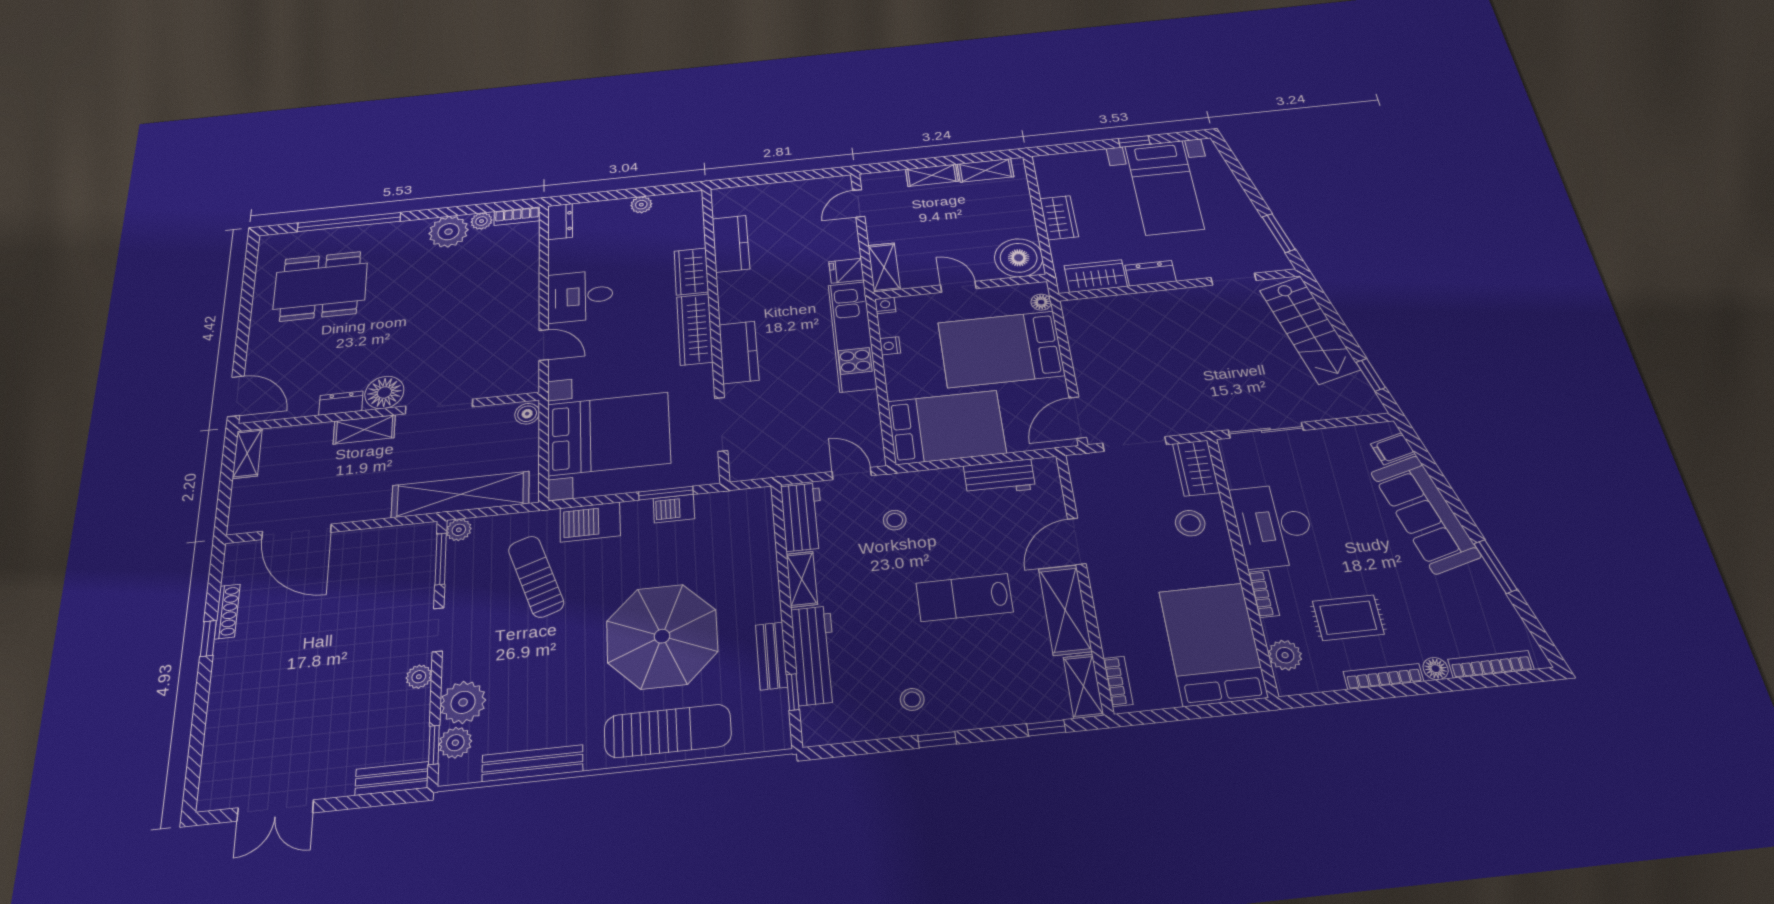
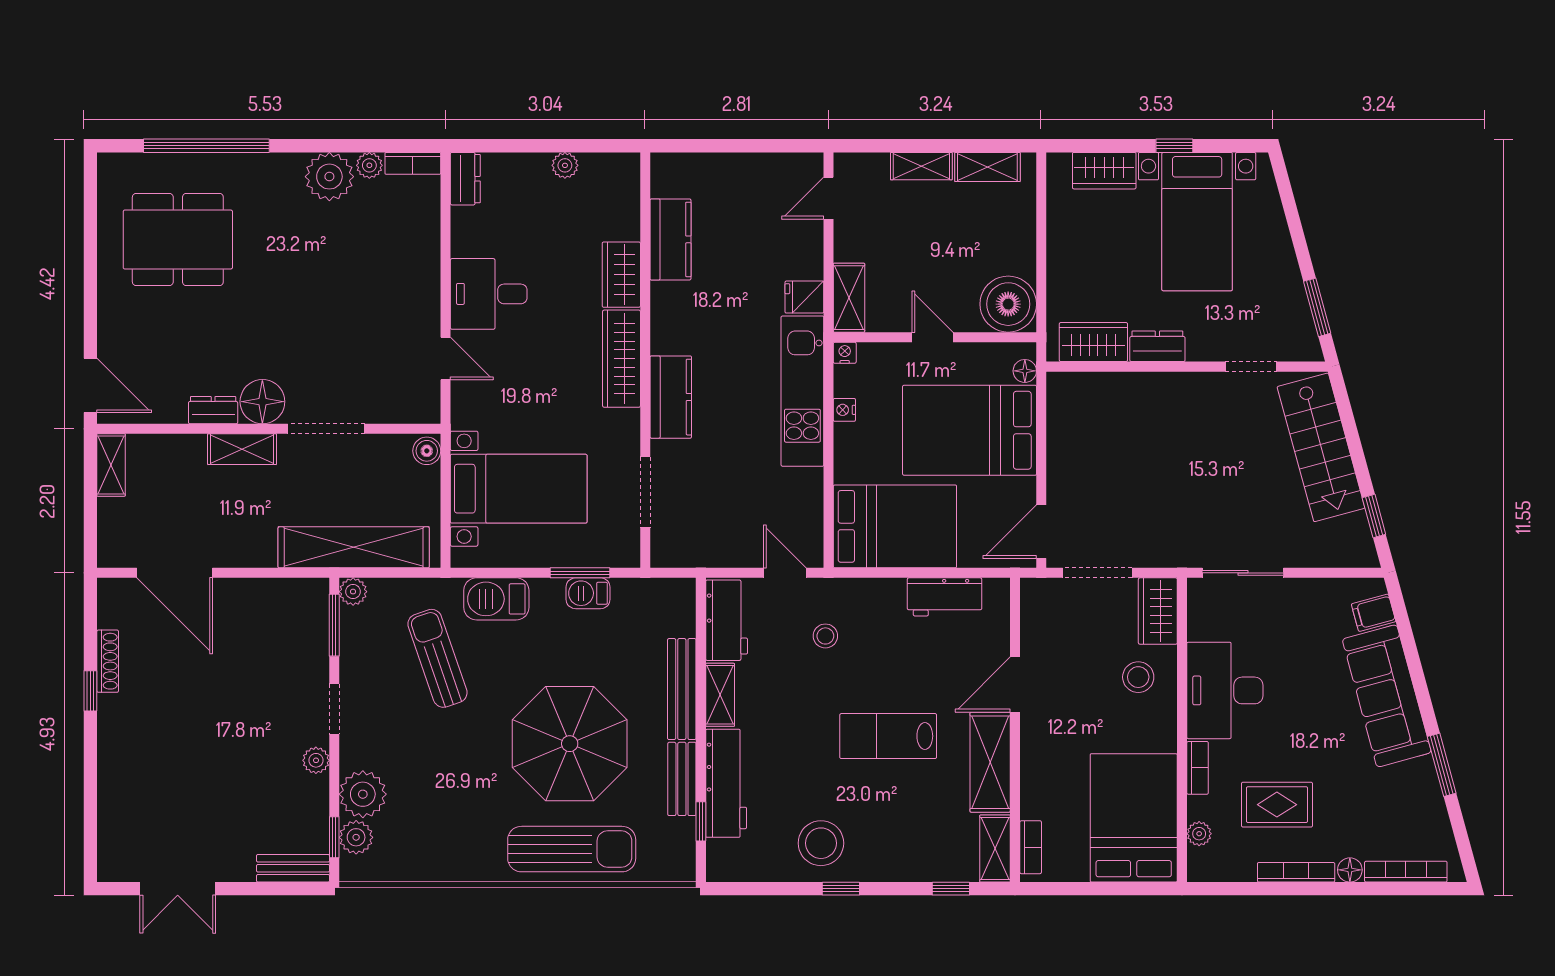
wardrobe: (1059, 218) -> (1104, 171), moved, turned 90
bed with nightstands: (609, 434) -> (519, 489), width x0.73
plant: (1285, 655) -> (1199, 834), width x0.73, depth x0.73
stool: (912, 699) -> (821, 843), width x1.89, depth x1.89
bench: (533, 763) -> (682, 689), moved, turned 90

